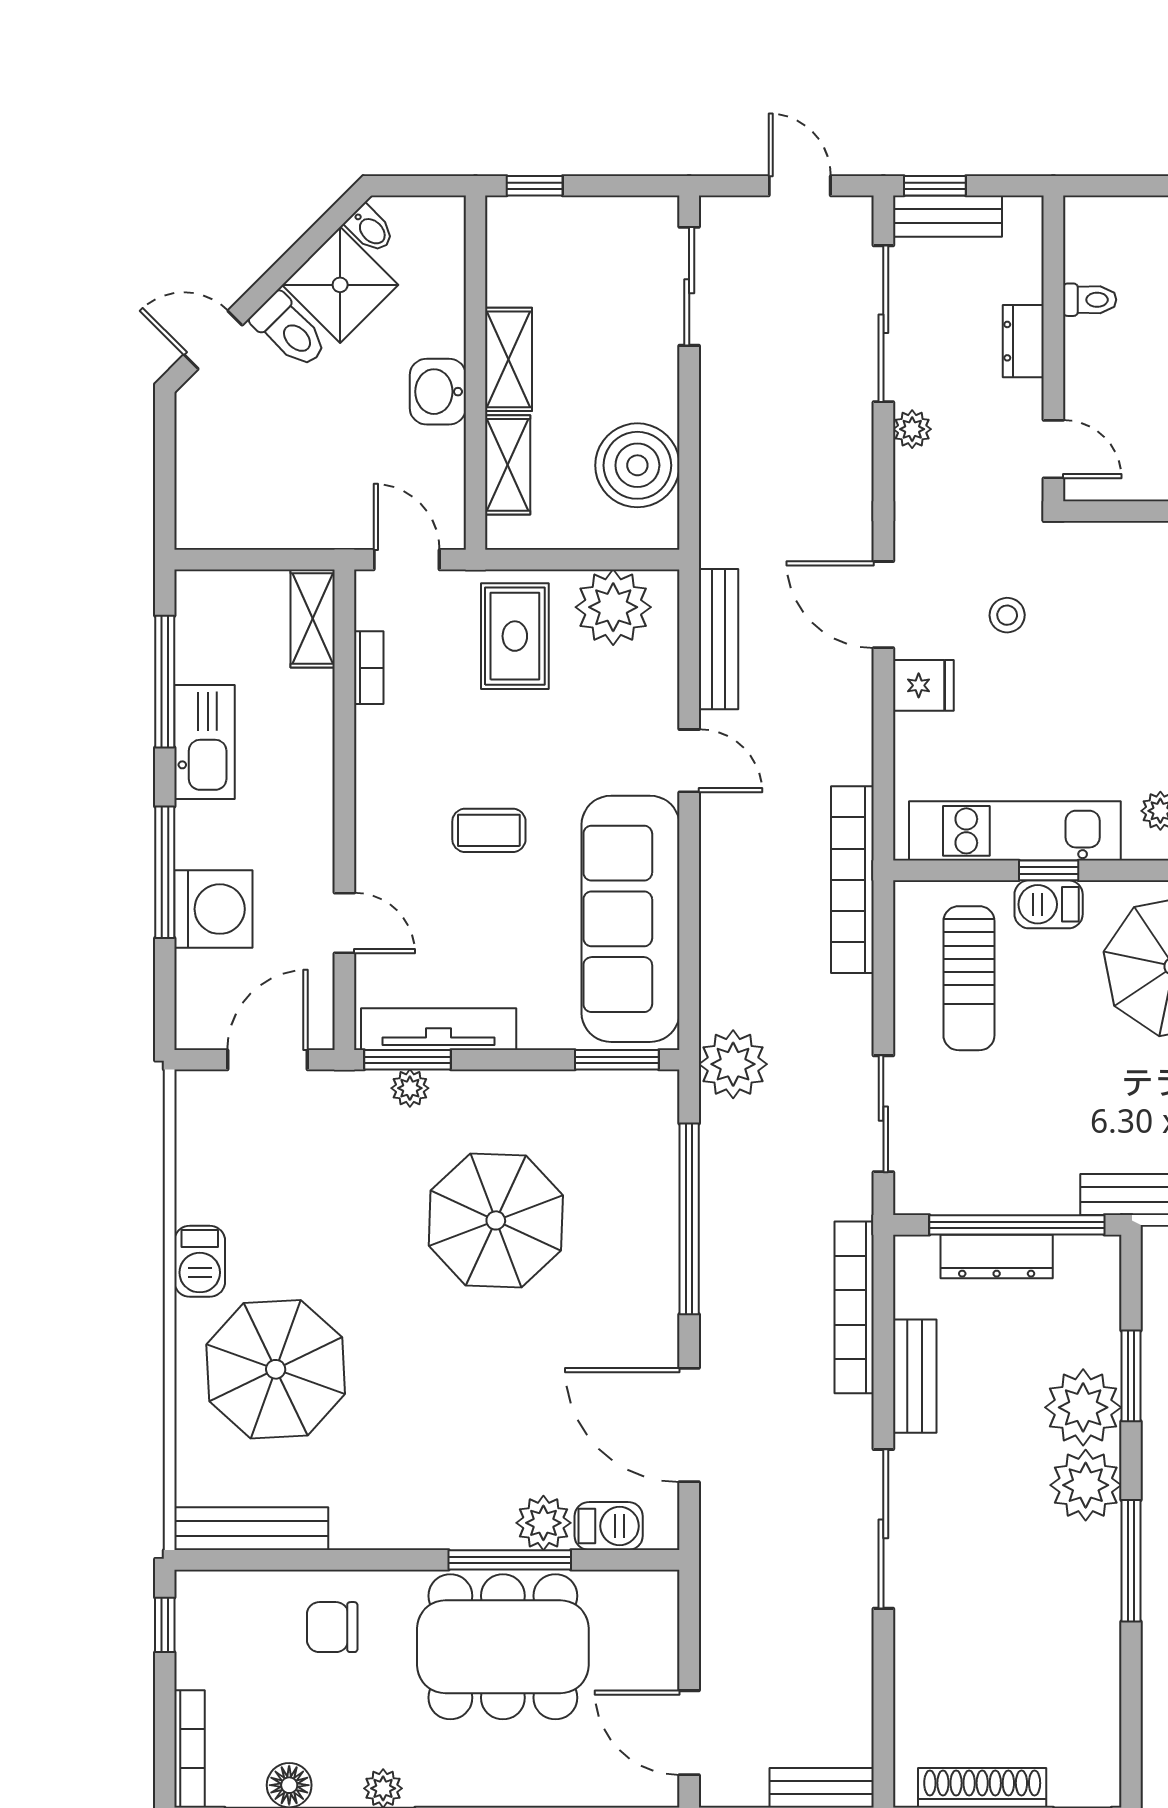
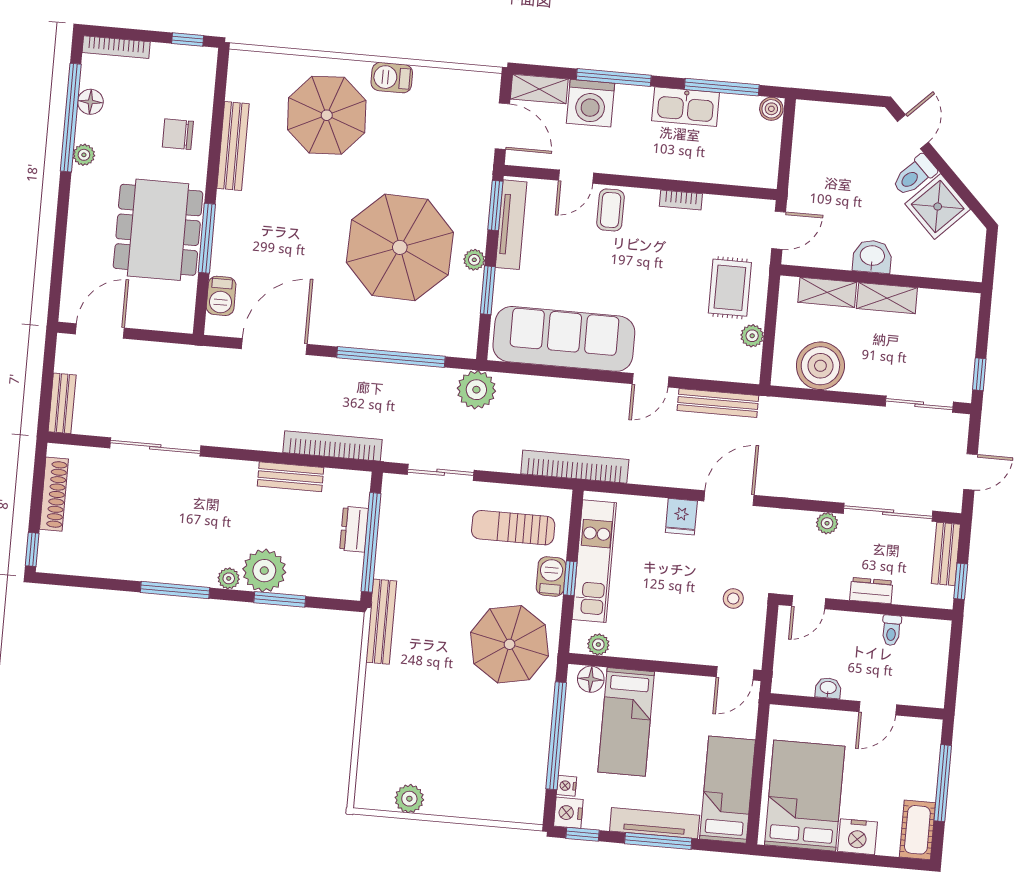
window: (535, 186) -> (979, 374), moved
window: (935, 186) -> (961, 581), moved
bidet: (370, 229) -> (968, 226), removed
boiler: (195, 591) -> (771, 109), added
plant: (613, 607) -> (752, 336), width x0.53, depth x0.53
stool: (1007, 615) -> (733, 599), moved
shelving: (313, 618) -> (539, 89), moved
rug: (515, 636) -> (730, 288), turned 90
bookcase: (369, 668) -> (681, 200), moved
coffee table: (489, 830) -> (611, 210), moved
window: (617, 1060) -> (488, 290), moved
plant: (410, 1088) -> (474, 260), moved
parasol: (496, 1220) -> (400, 247), width x1.36, depth x1.36
dresser: (997, 1256) -> (354, 529), width x0.70
plant: (1086, 1485) -> (229, 578), width x0.53, depth x0.53
plant: (543, 1523) -> (226, 259), removed
bench: (251, 1529) -> (233, 146), moved
sliding door: (883, 1529) -> (155, 447), moved
chair: (332, 1627) -> (178, 134), turned -90

